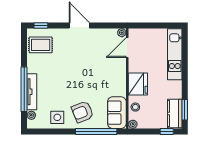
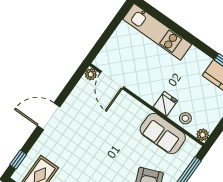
fridge: (138, 84) -> (165, 104), width x0.53, depth x0.75
sofa: (117, 113) -> (163, 134), moved

